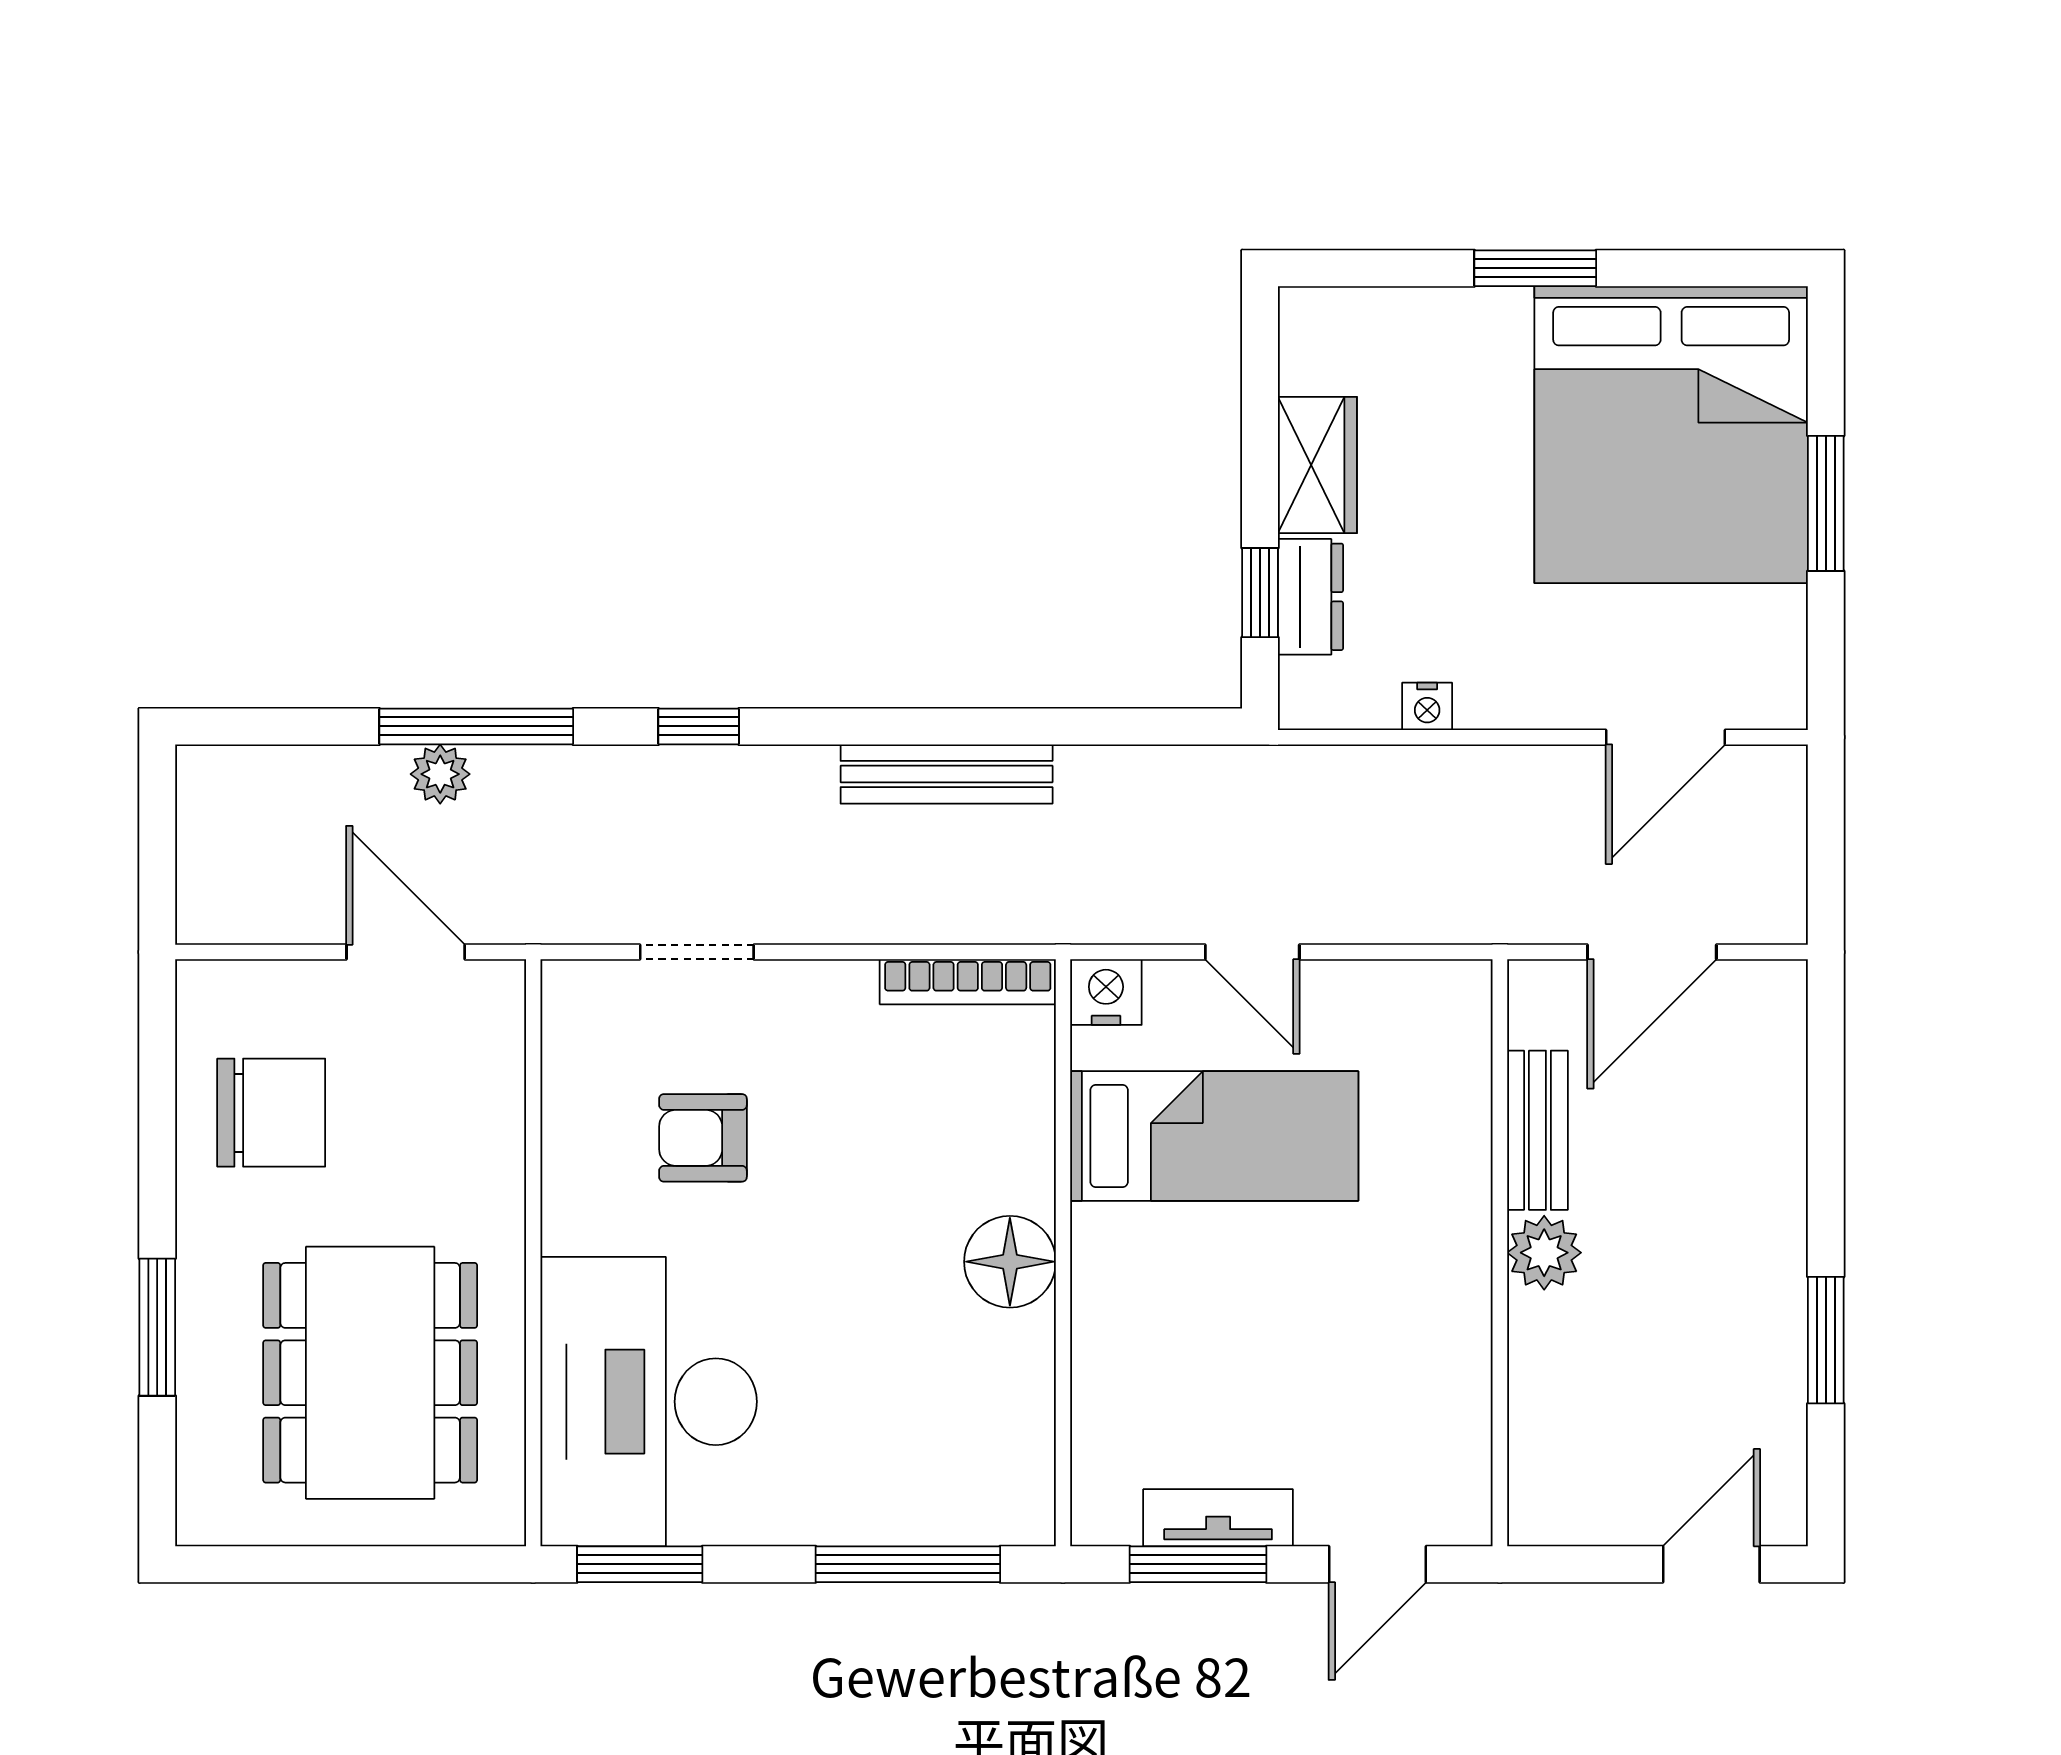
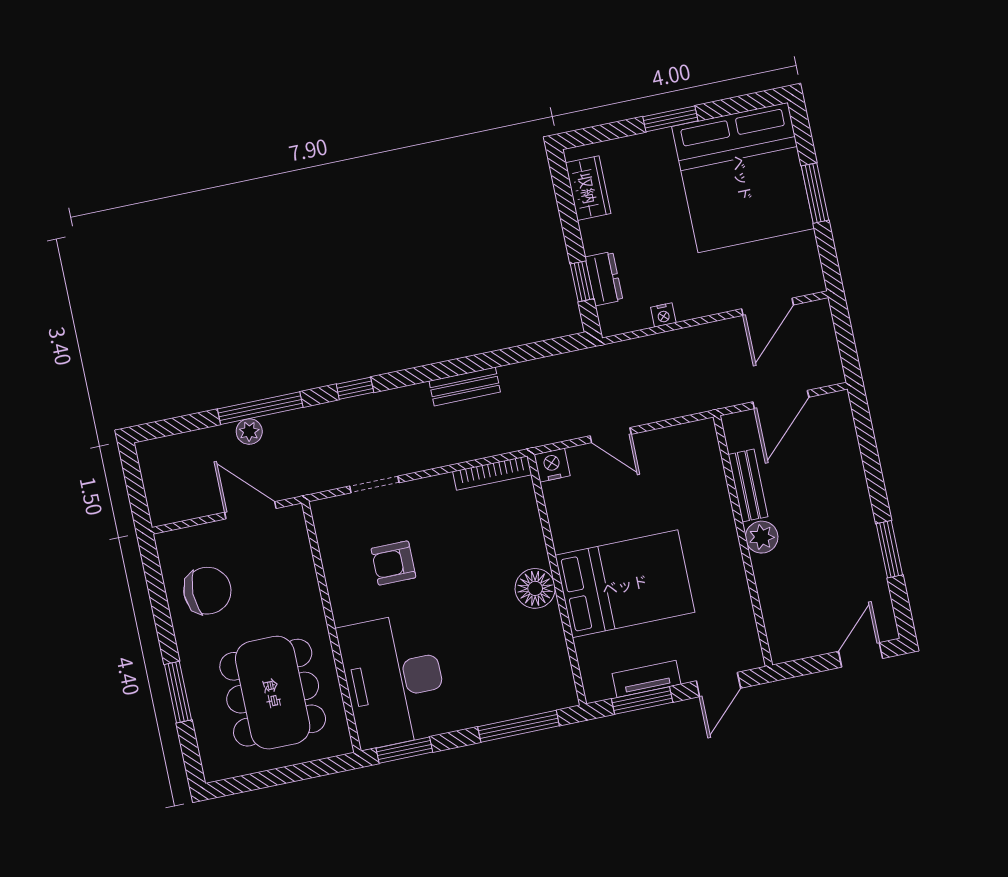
wardrobe: (1317, 465) -> (588, 188), moved
bench: (947, 774) -> (465, 386), width x0.73
bed: (1214, 1136) -> (625, 584), moved, width x1.50

